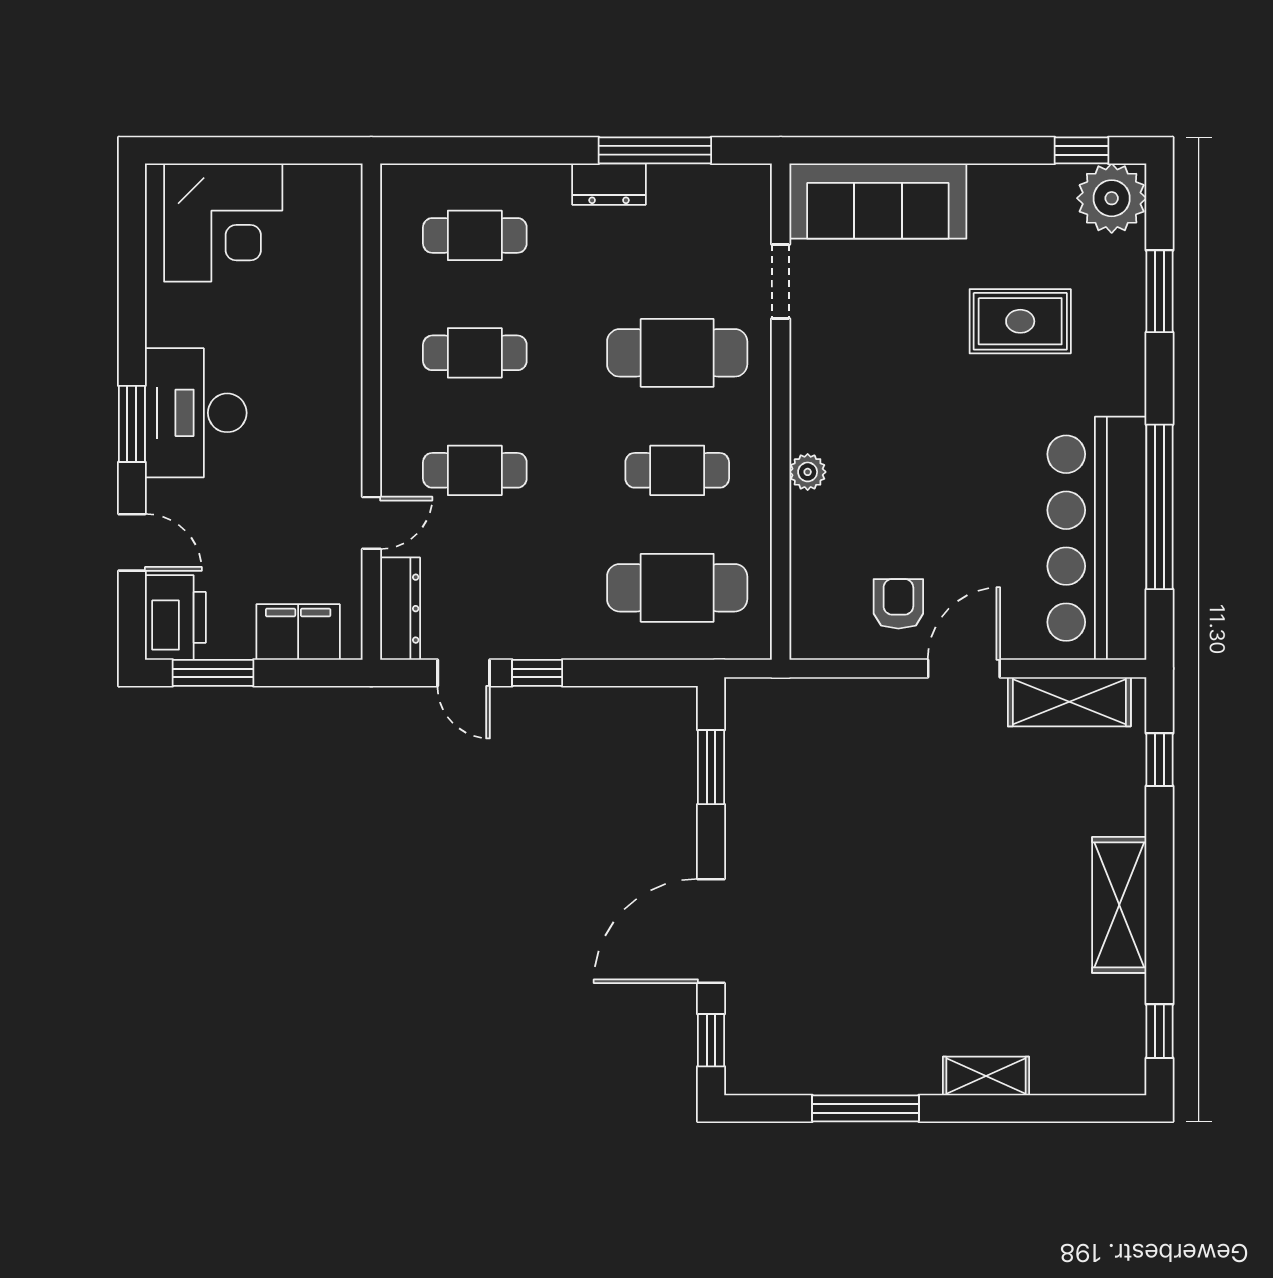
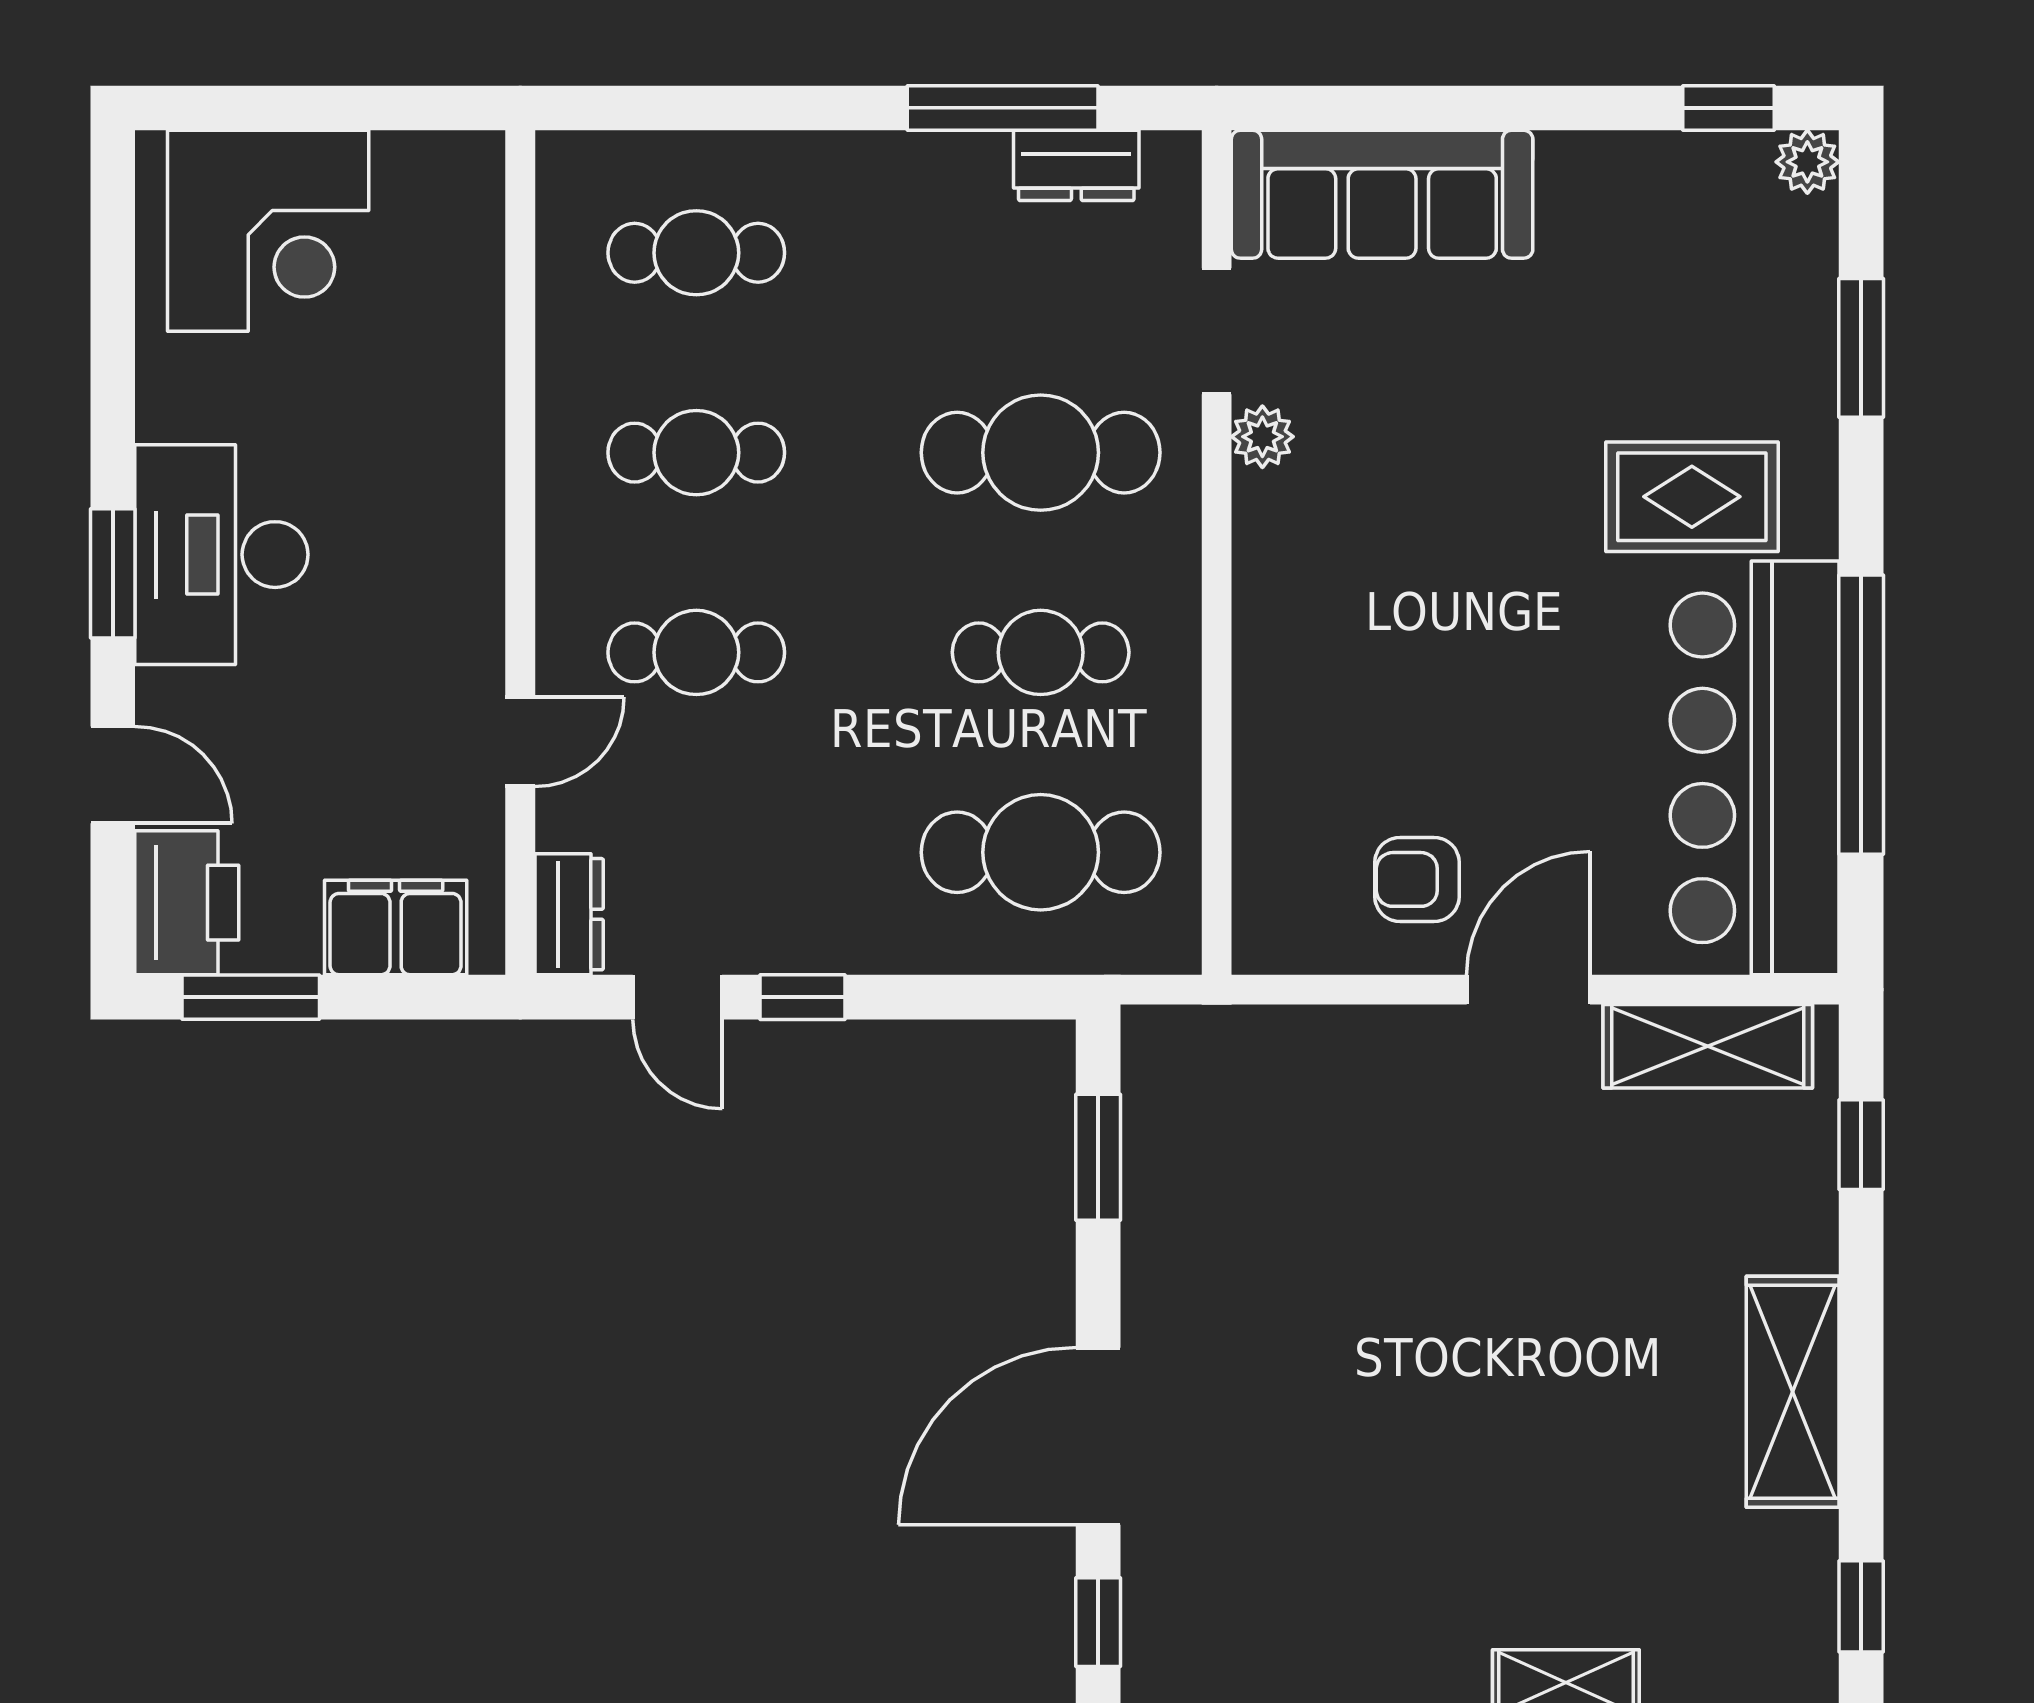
dresser: (609, 184) -> (1076, 165), moved
plant: (1112, 198) -> (1807, 162), width x0.53, depth x0.53
rug: (1020, 321) -> (1692, 497), moved
plant: (808, 472) -> (1262, 437), moved
armchair: (898, 604) -> (1417, 879), turned -90
dresser: (400, 609) -> (569, 914), width x0.70

